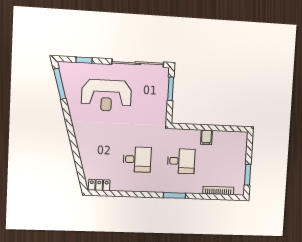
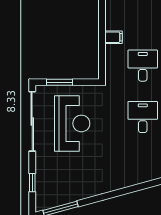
reception desk: (106, 95) -> (72, 123), moved

